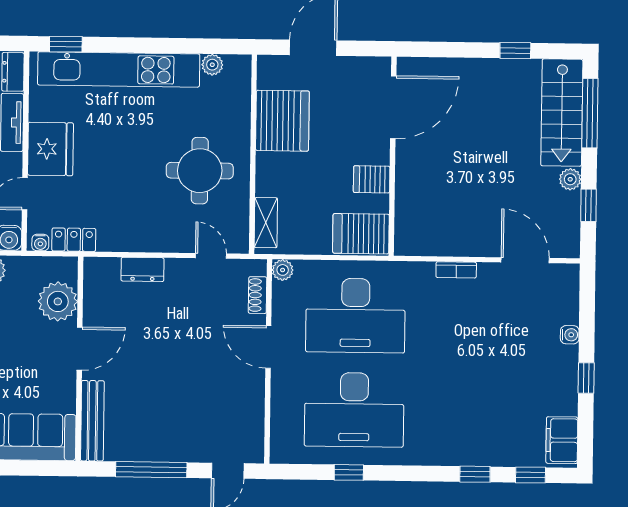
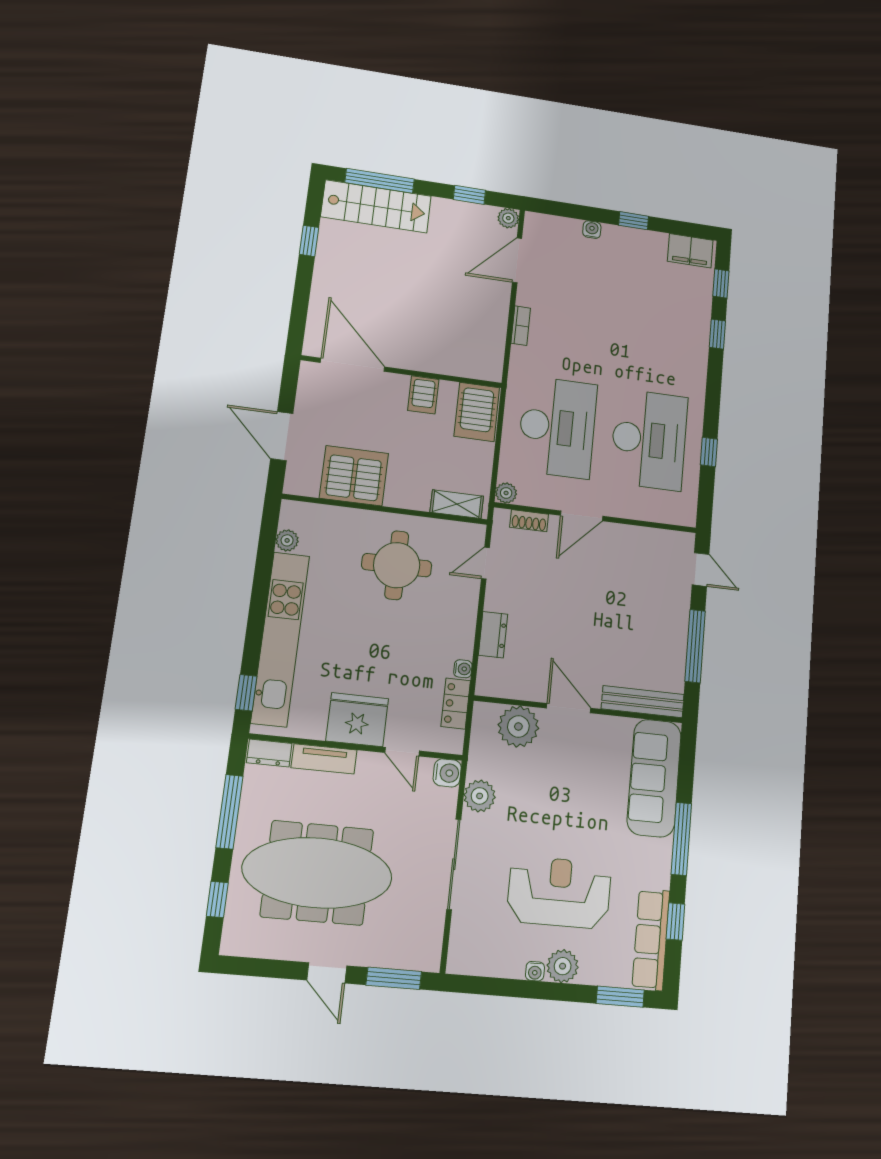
plant: (570, 179) -> (508, 218), moved
water cooler: (40, 243) -> (463, 669), moved

